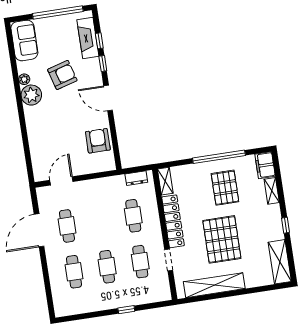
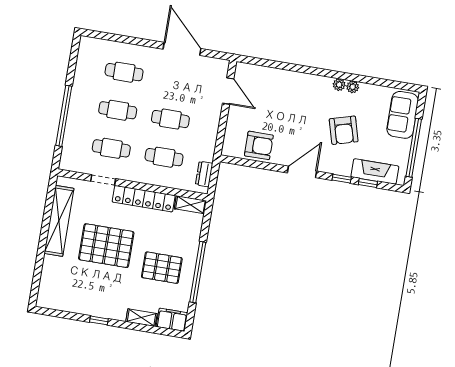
sofa: (24, 40) -> (403, 115), moved, turned 90
plant: (31, 95) -> (339, 85), width x0.53, depth x0.53
cafe table: (67, 226) -> (170, 119), moved
shelving: (280, 262) -> (61, 301), removed
window: (126, 310) -> (64, 116), width x3.17

